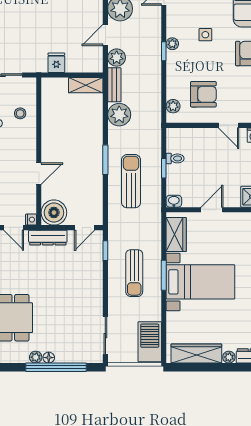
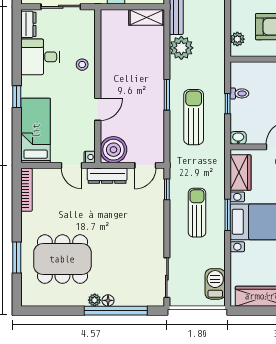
stool: (20, 113) -> (82, 65), moved
sun lounger: (134, 273) -> (197, 213), turned 180
barbecue: (150, 342) -> (215, 284), width x0.73, depth x0.83

